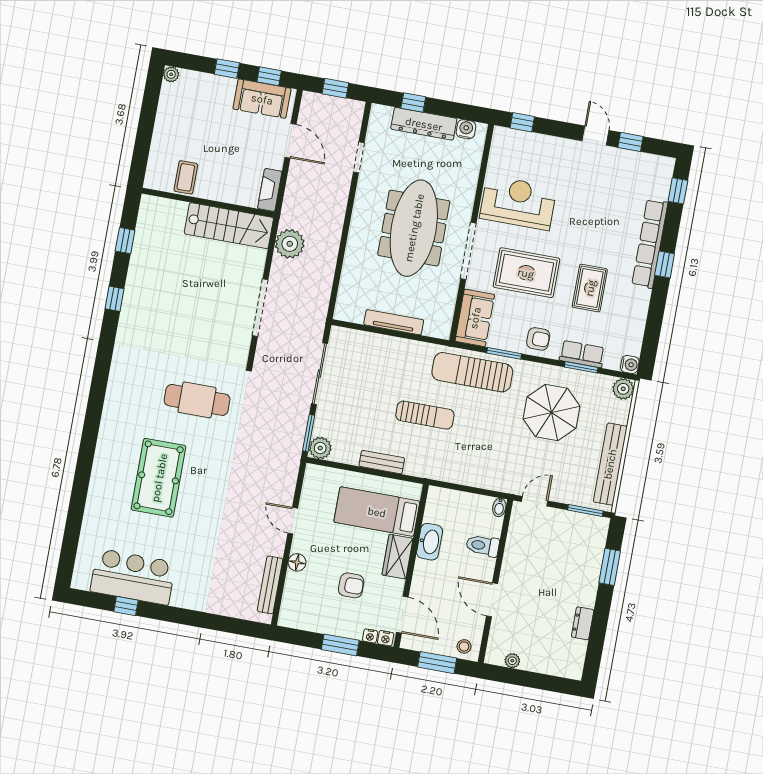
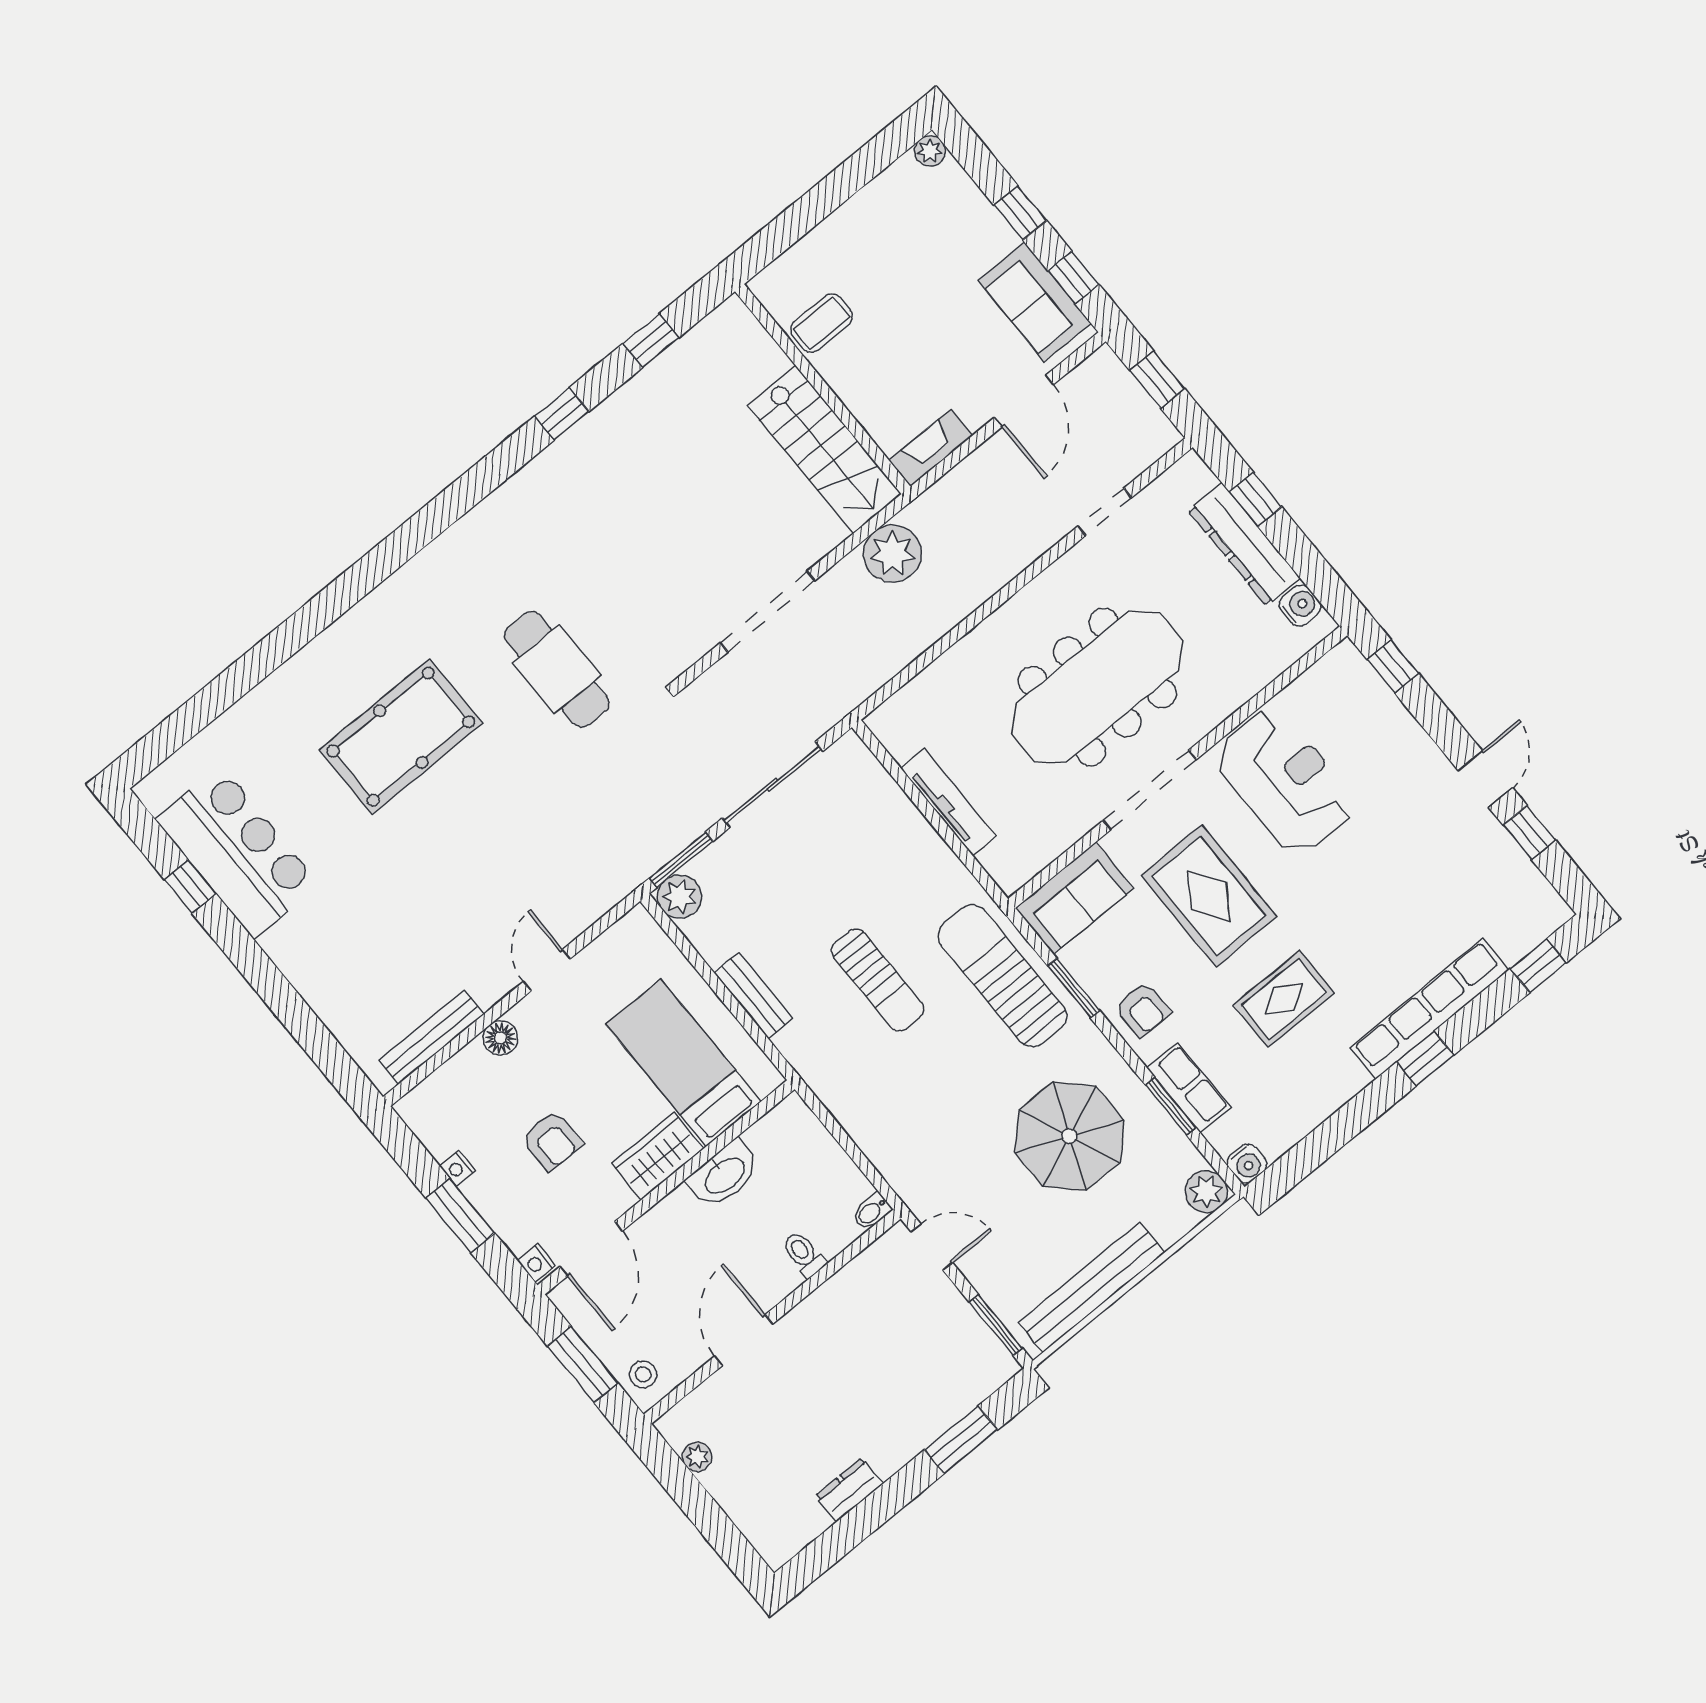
toilet: (483, 546) -> (804, 1254), width x0.73, depth x0.72
nightstand: (370, 636) -> (457, 1168), moved

